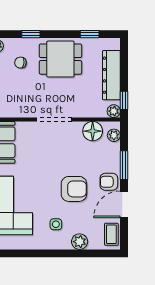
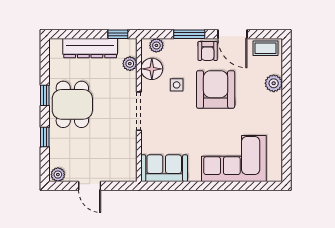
window: (90, 34) -> (45, 95), moved
chair: (20, 63) -> (76, 148), removed
plant: (114, 111) -> (130, 64), moved
armchair: (74, 189) -> (216, 89), width x1.36, depth x1.36
side table: (56, 224) -> (177, 85), moved

